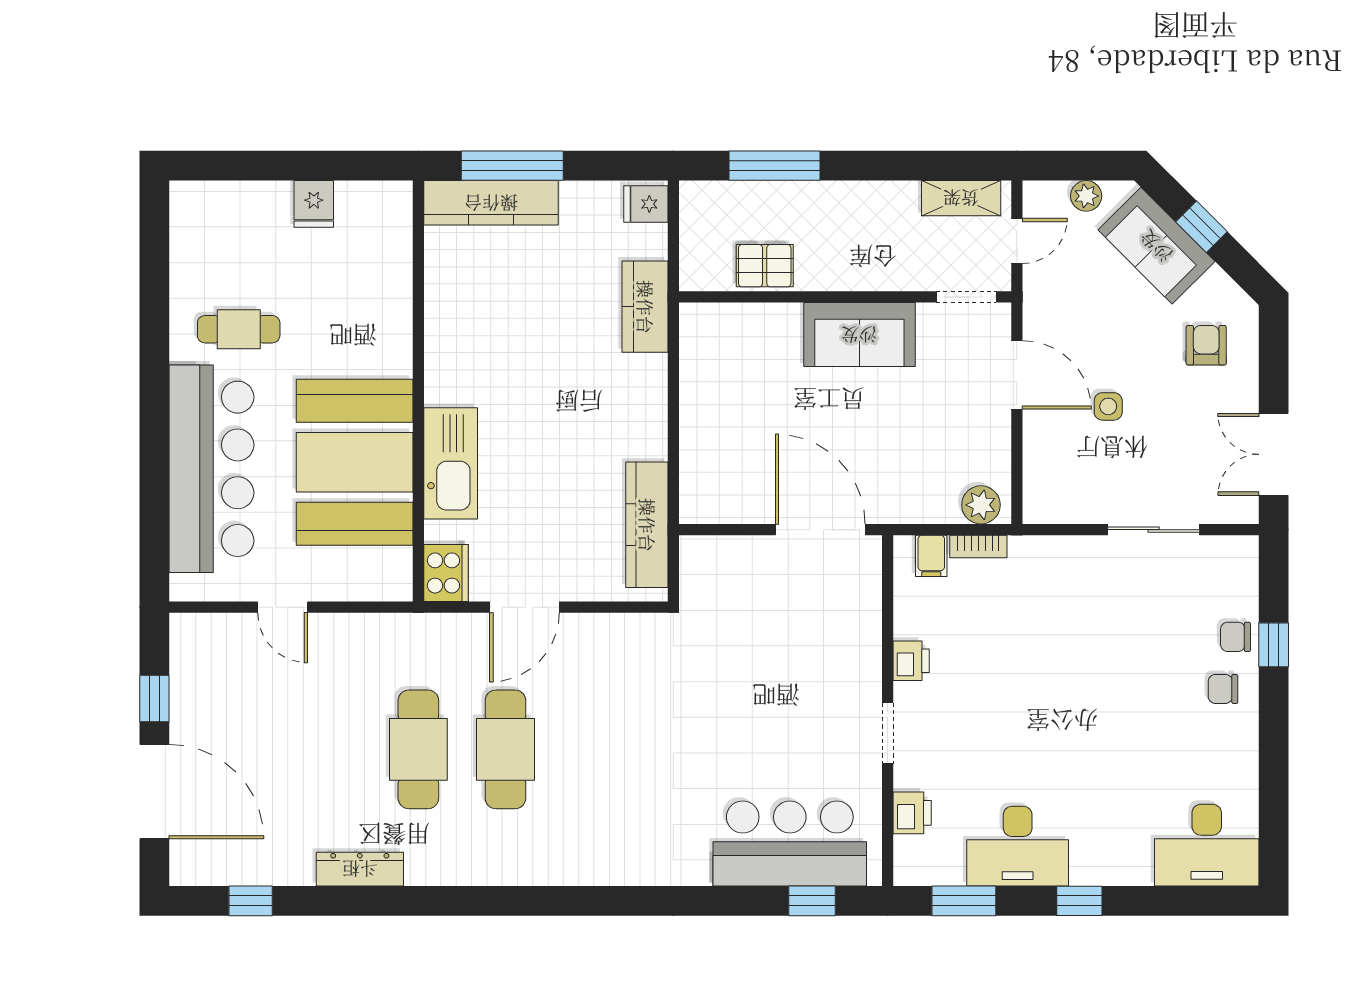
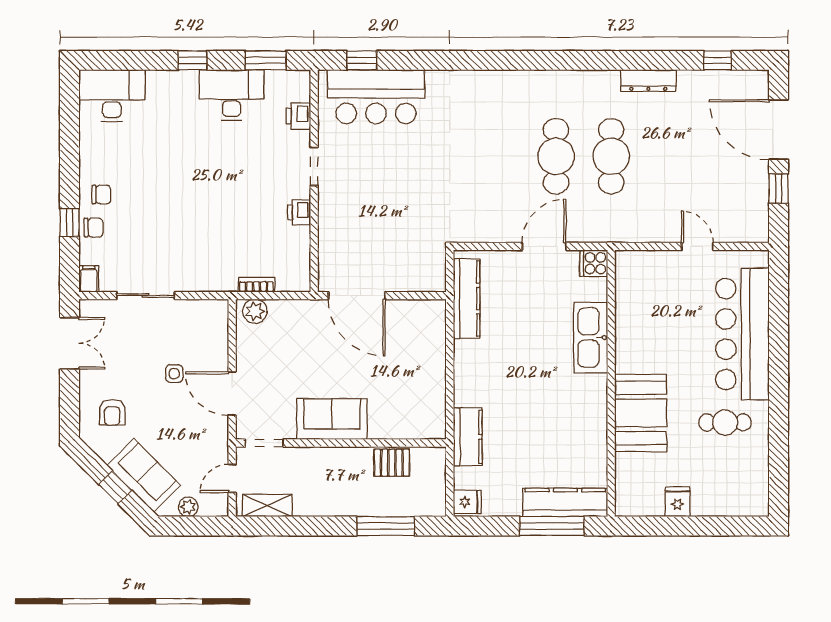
booth: (355, 462) -> (641, 413), moved, width x0.73, depth x0.70
filing cabinet: (931, 556) -> (89, 279), moved
cooker: (446, 573) -> (594, 263), width x0.73

